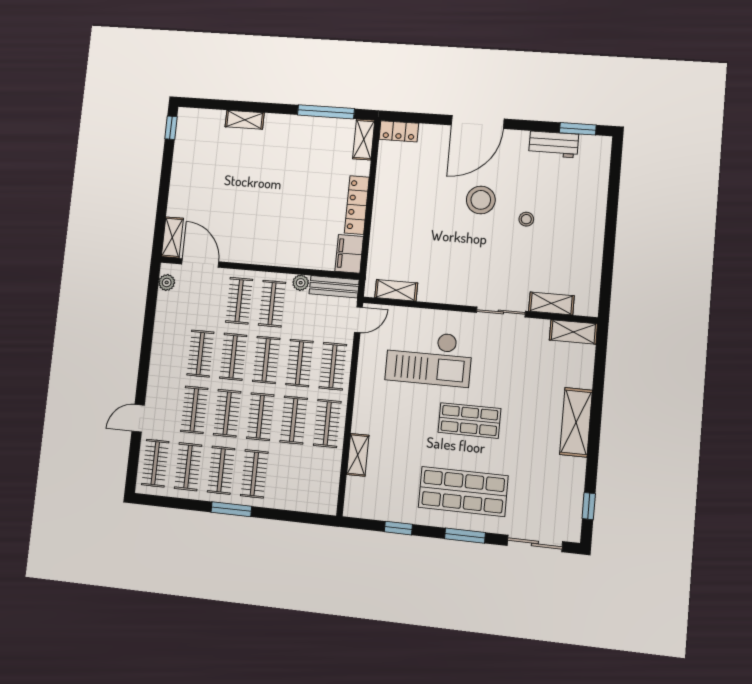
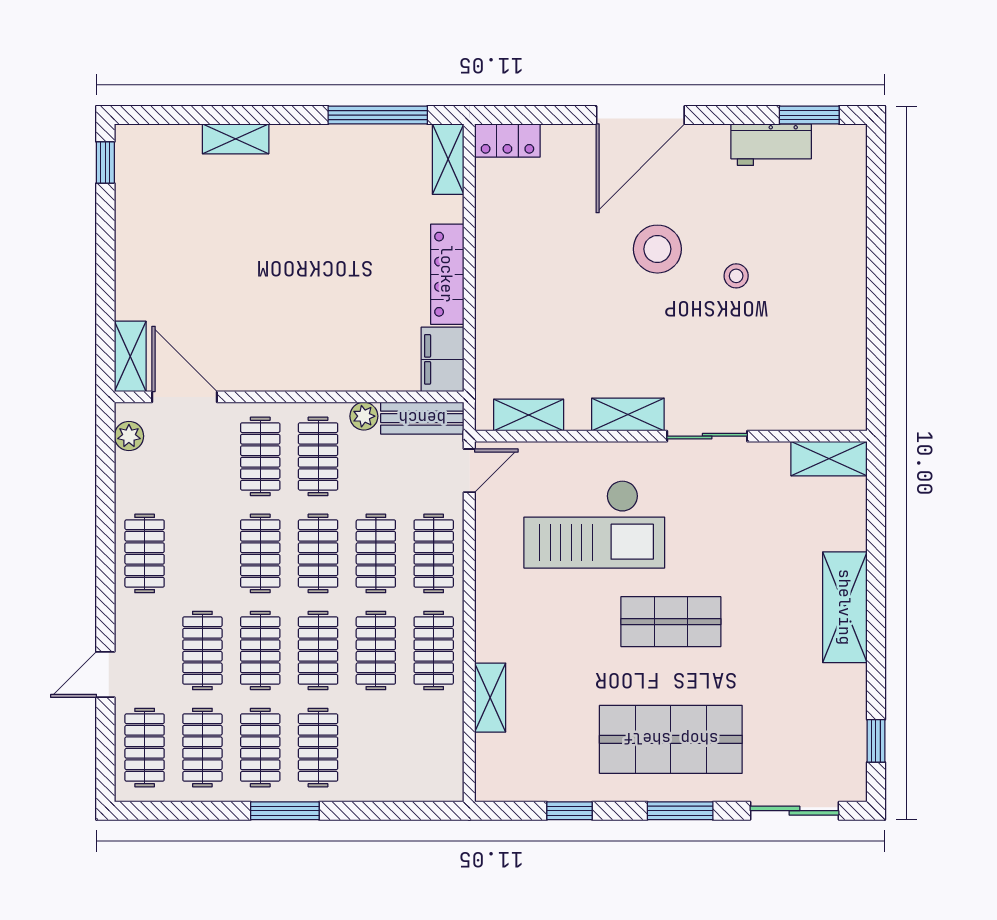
shelving: (551, 303) -> (628, 414), moved
clothes rail: (200, 354) -> (145, 553), moved

